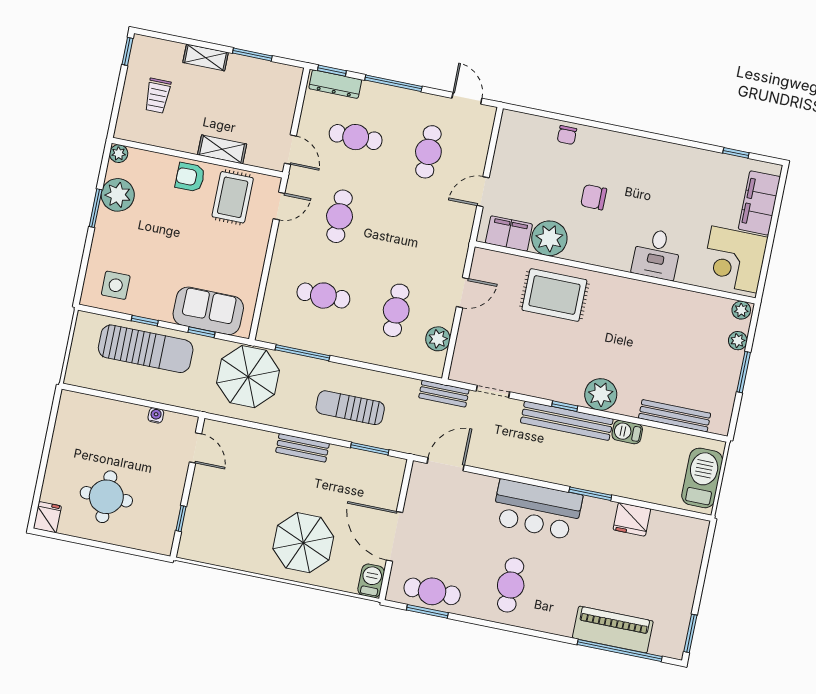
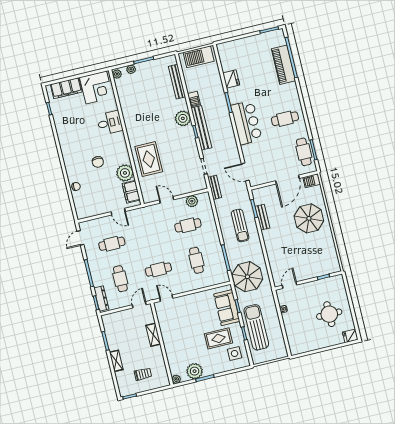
armchair: (190, 177) -> (172, 343), removed
rug: (233, 197) -> (218, 338), moved
bench: (302, 448) -> (262, 217), moved

